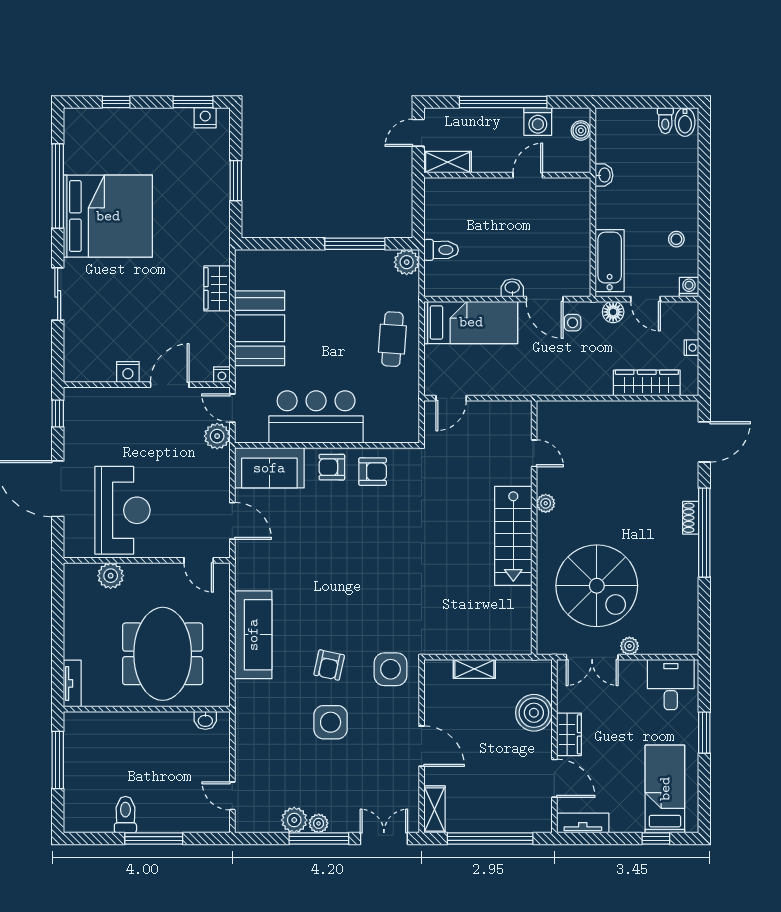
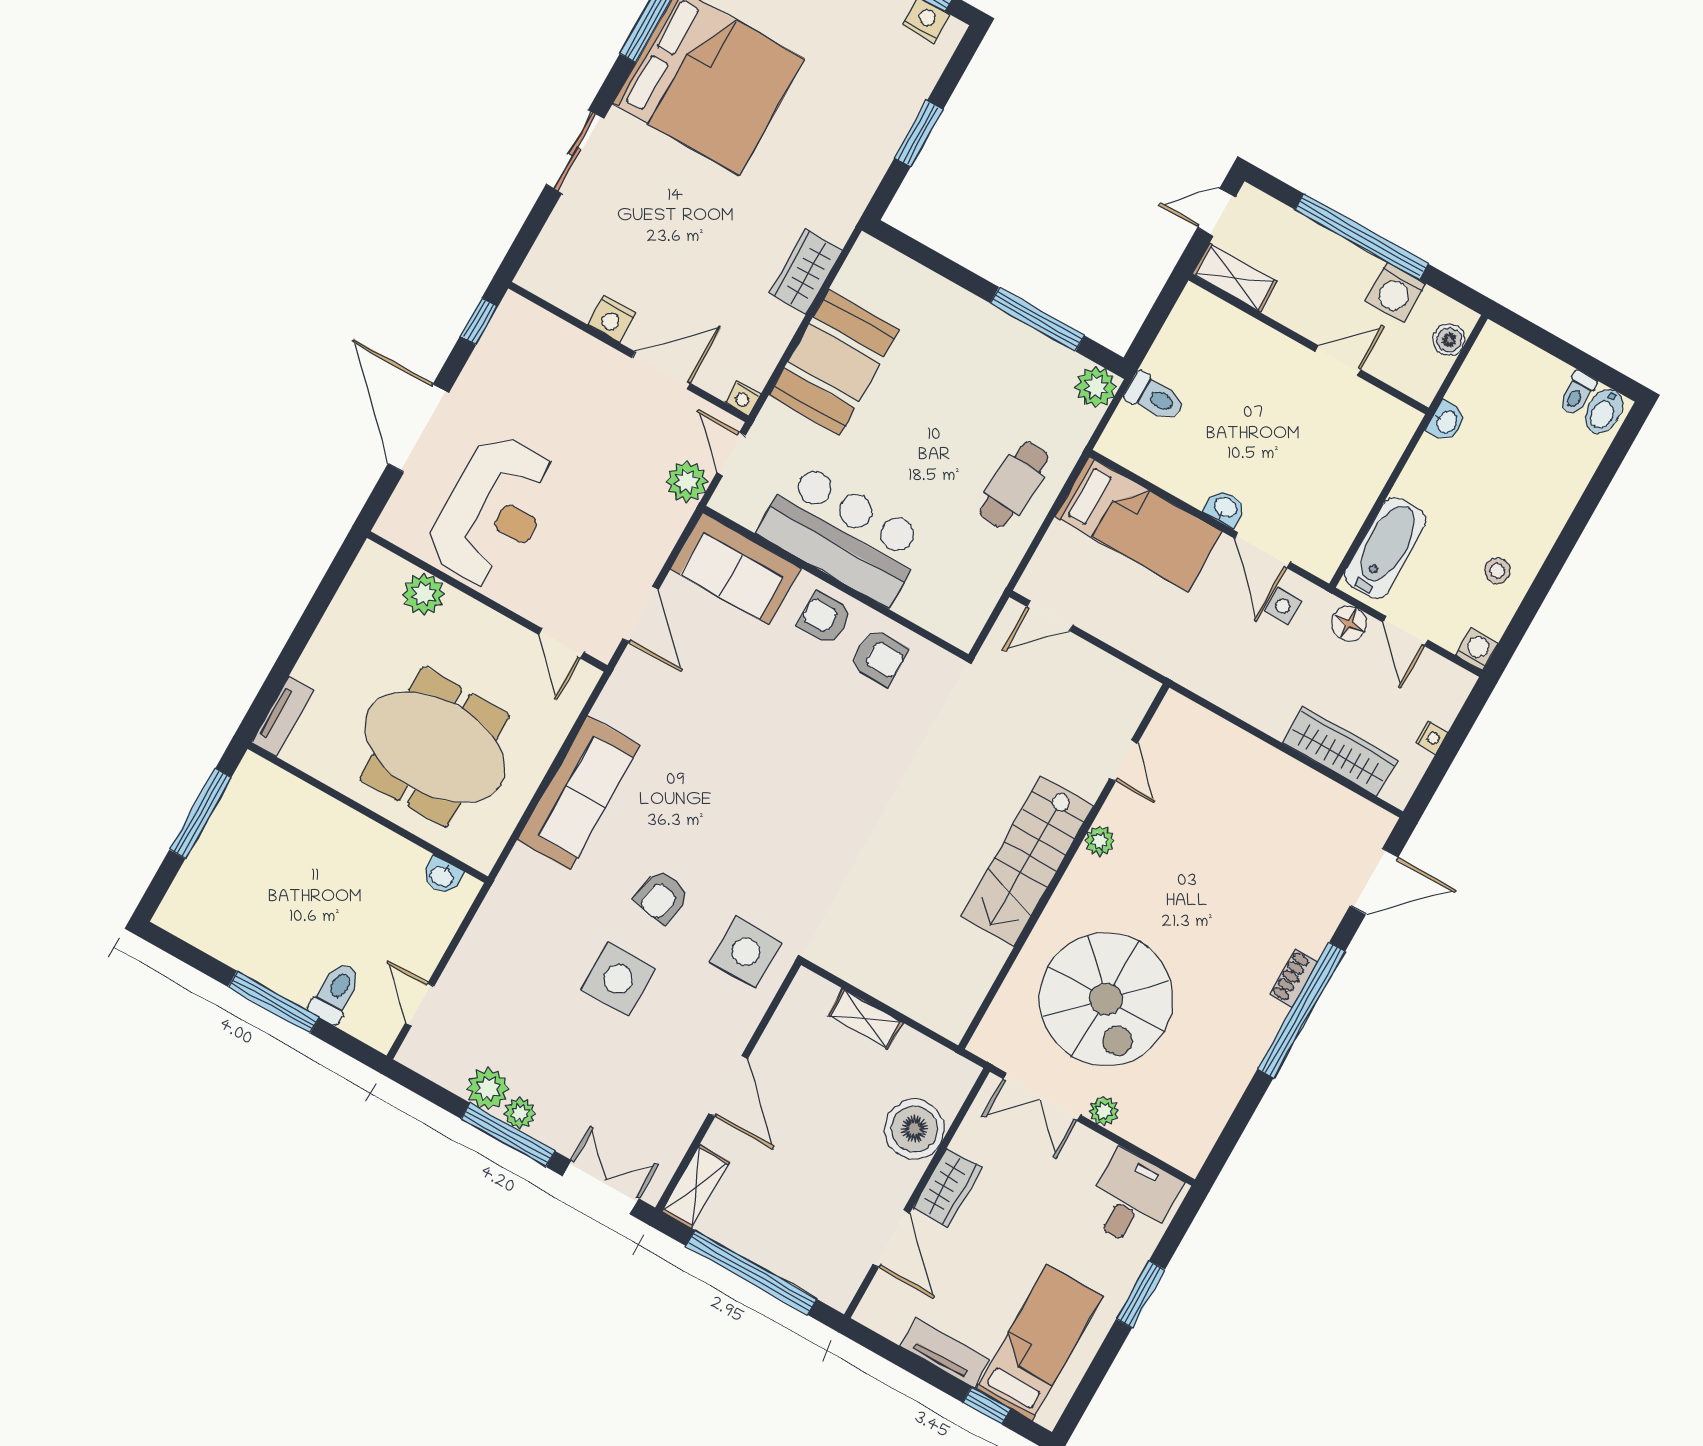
meeting table: (163, 654) -> (435, 747), turned 90
toilet: (125, 815) -> (336, 993), moved
tv unit: (583, 823) -> (945, 1353), moved

